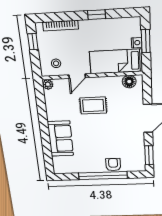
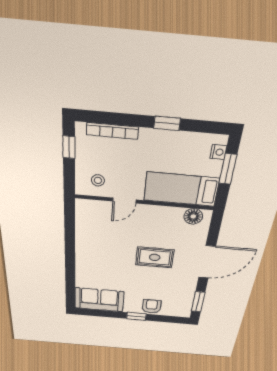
nightstand: (137, 43) -> (218, 152), moved
plant: (48, 84) -> (82, 205), removed
rug: (93, 106) -> (155, 257), moved
sofa: (60, 139) -> (99, 300), moved, turned -90
window: (103, 176) -> (136, 316), width x0.32

